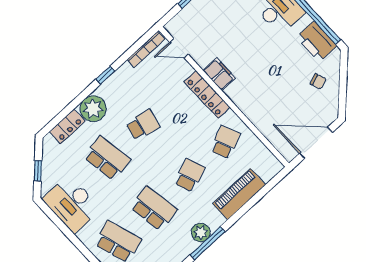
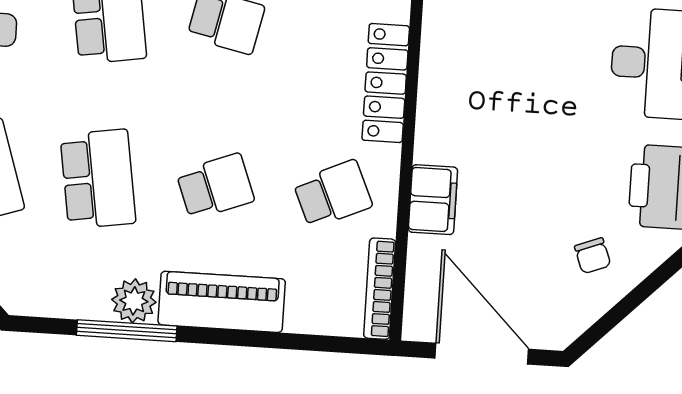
filing cabinet: (219, 74) -> (433, 200), moved
bookcase: (267, 155) -> (380, 289), added
piano: (239, 194) -> (222, 302), moved

